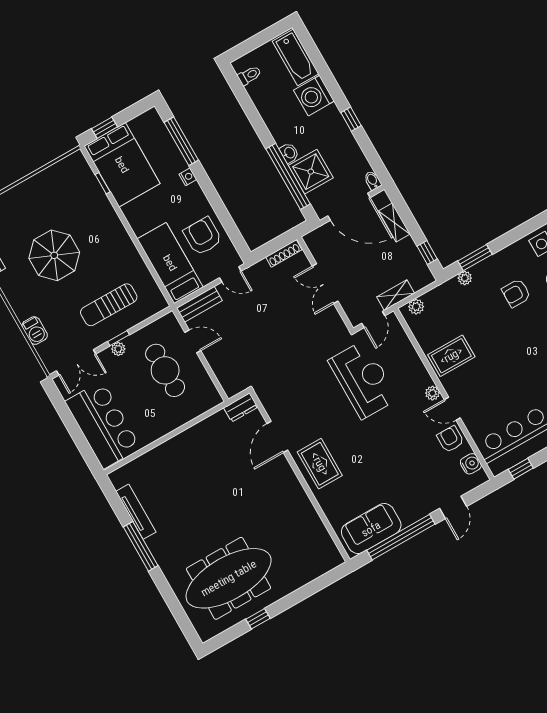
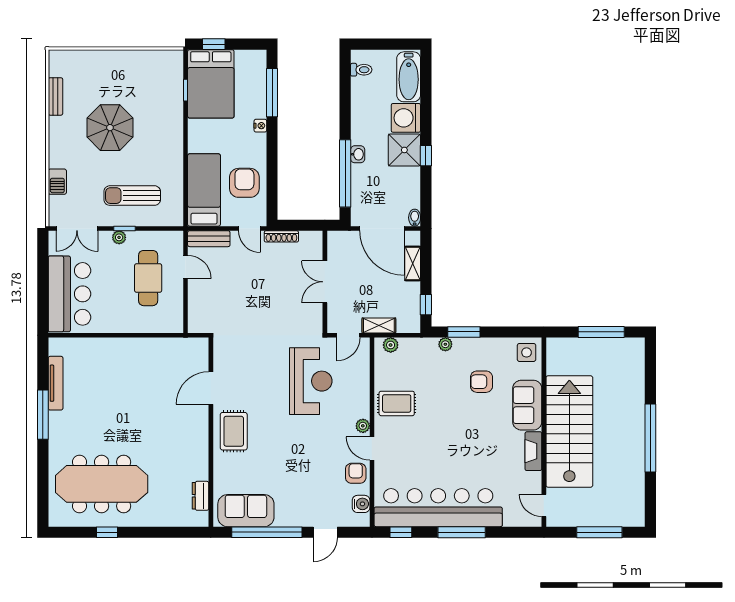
shower: (311, 172) -> (404, 150), moved
shoe rack: (284, 253) -> (281, 236), moved
dresser: (241, 407) -> (200, 496), moved, turned 90

